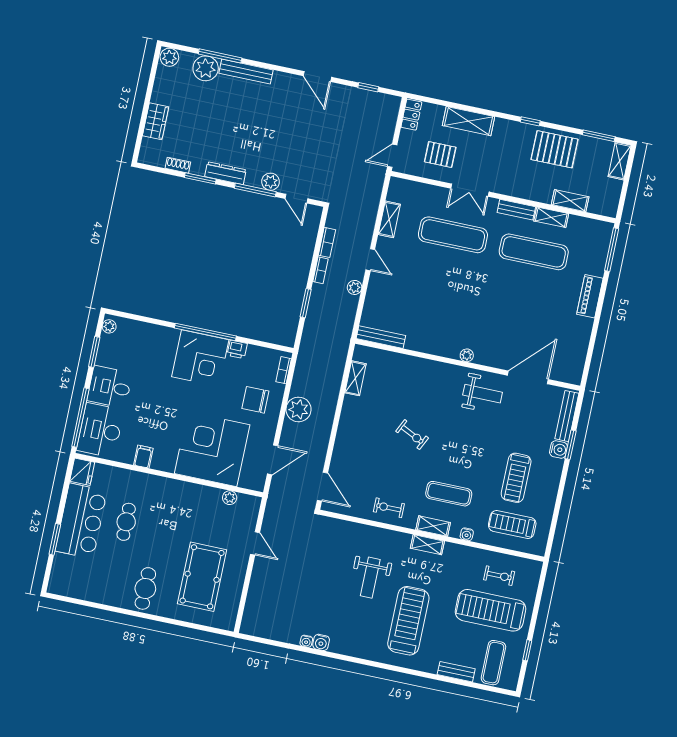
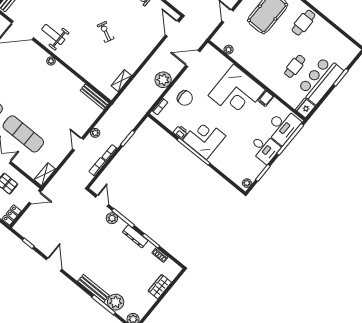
shelving: (389, 219) -> (45, 174), moved
corner desk: (212, 449) -> (237, 93), moved

